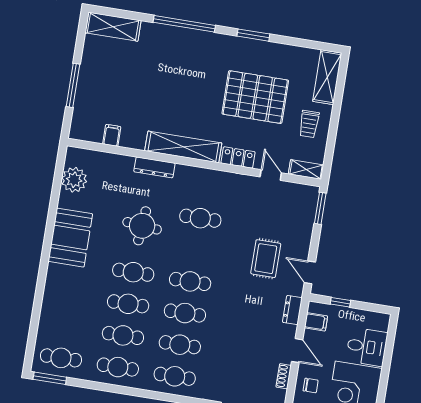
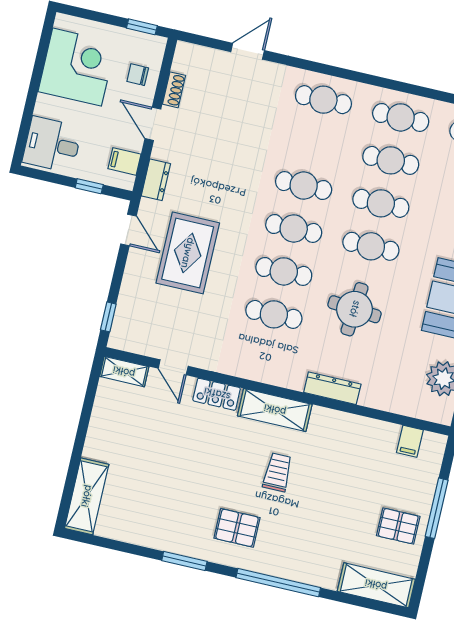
pallet: (100, 71) -> (398, 526), added
pallet: (255, 97) -> (237, 528), moved, width x0.49, depth x0.50
trolley: (309, 124) -> (277, 472), moved
filing cabinet: (112, 135) -> (410, 441), moved
shelving: (183, 147) -> (275, 410), width x0.68
window: (320, 208) -> (108, 317), width x0.67
rug: (266, 259) -> (188, 253), width x1.36, depth x1.43
cafe table: (180, 345) -> (284, 271), moved
desk: (367, 347) -> (52, 145), moved

